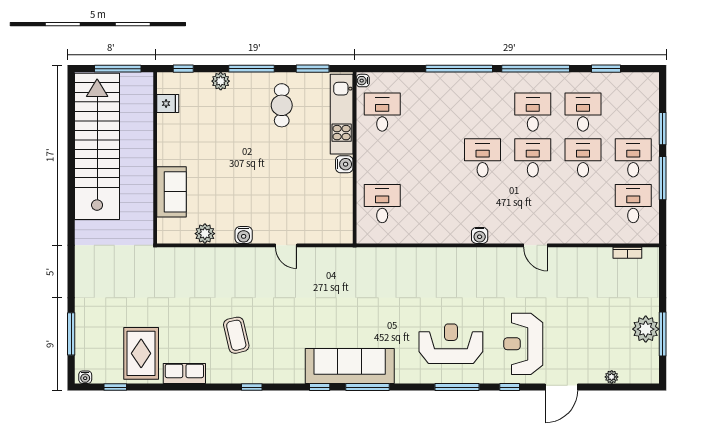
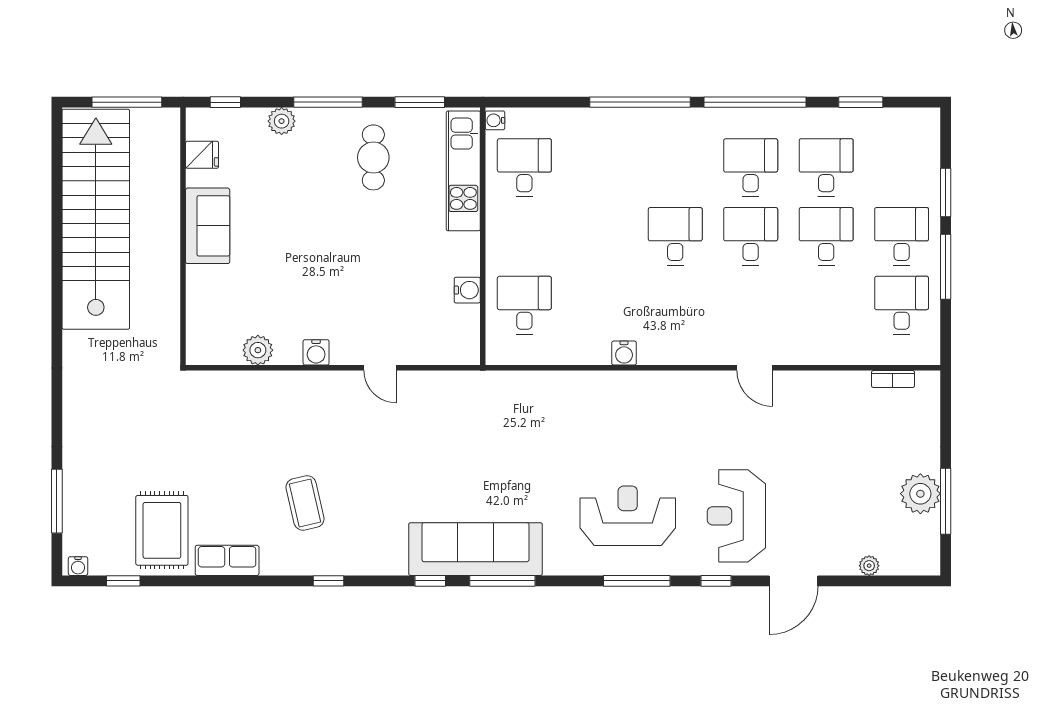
water cooler: (344, 164) -> (467, 290), moved
sofa: (171, 192) -> (208, 226), moved
water cooler: (480, 235) -> (624, 353), moved

